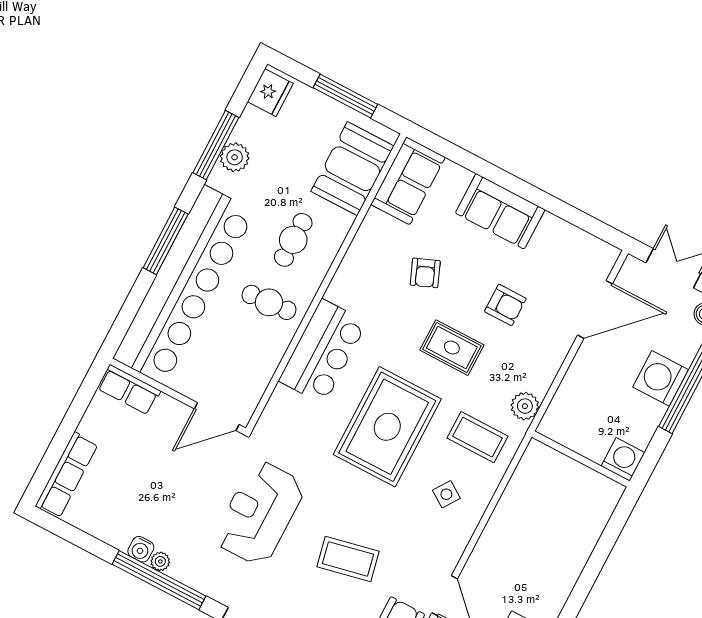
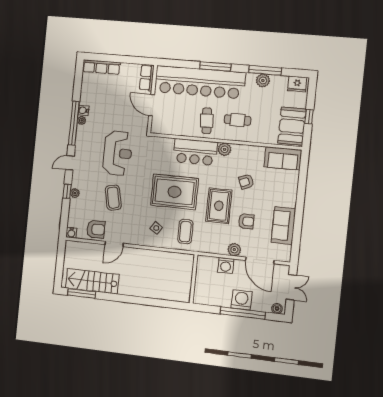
window: (345, 96) -> (309, 117), width x0.46
booth: (353, 169) -> (292, 126), moved, turned 90
sofa: (500, 211) -> (283, 226), moved
plant: (342, 290) -> (224, 149), added
armchair: (505, 305) -> (246, 221), turned -90
rug: (452, 348) -> (219, 206), width x1.36, depth x1.43
plant: (525, 406) -> (234, 250), moved
door: (217, 417) -> (152, 105), moved
washing machine: (623, 459) -> (226, 265), moved, turned 90
reception desk: (259, 513) -> (118, 153), turned 90

